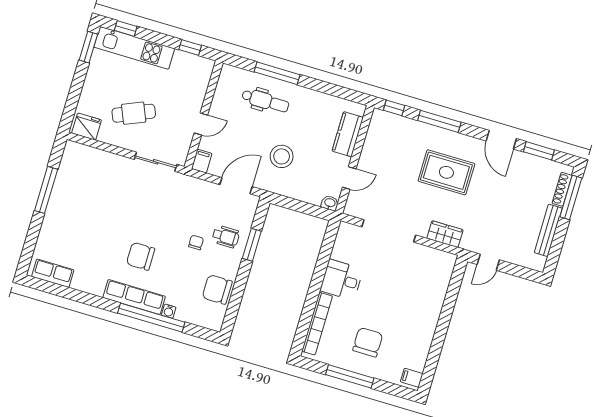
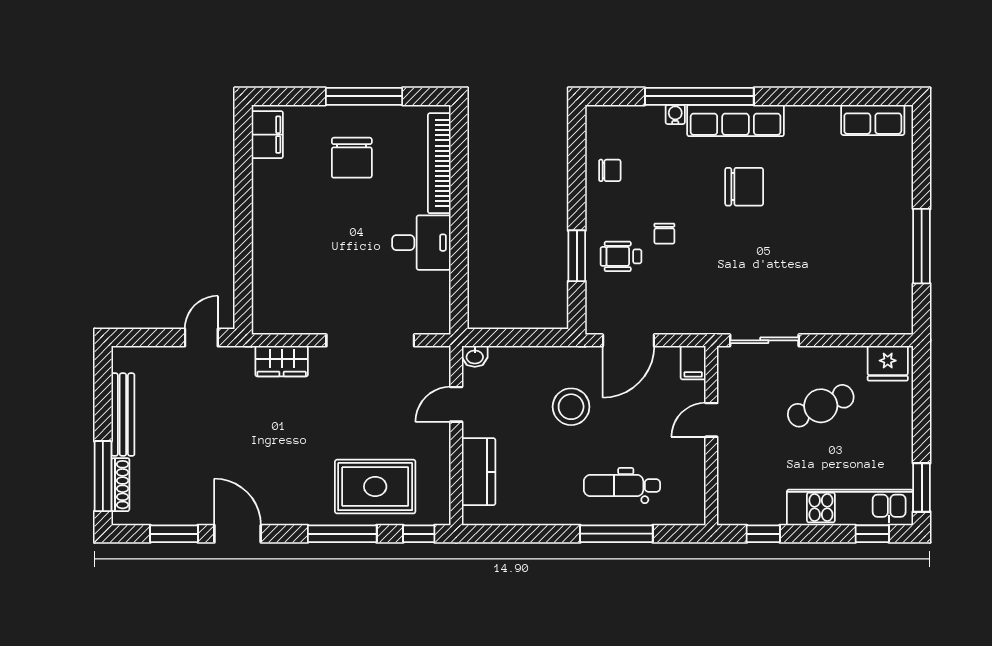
rug: (446, 172) -> (375, 487), moved
chair: (217, 289) -> (610, 170), width x0.54, depth x0.54
filing cabinet: (412, 378) -> (267, 135), width x2.00

